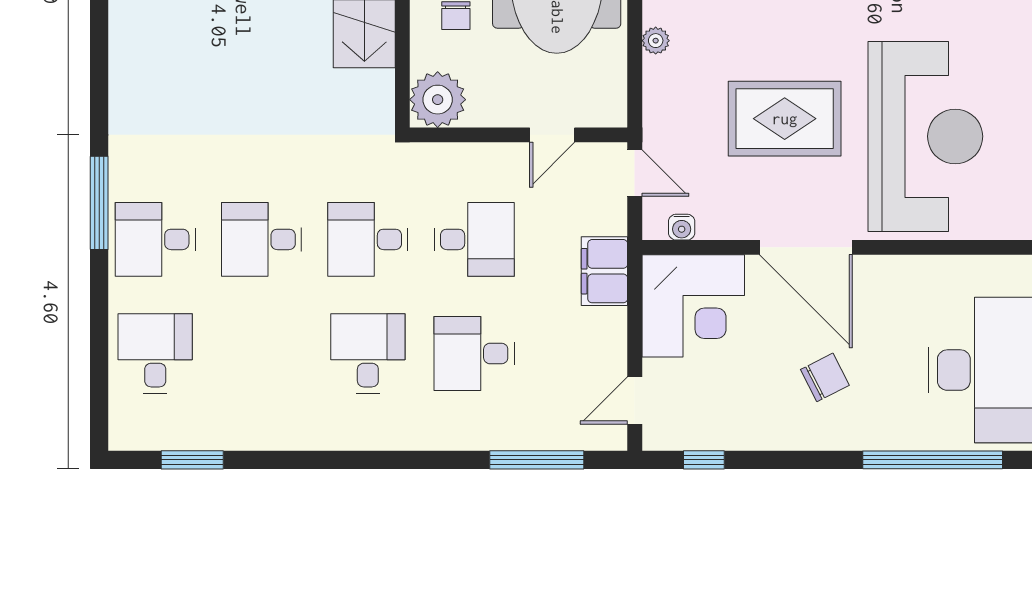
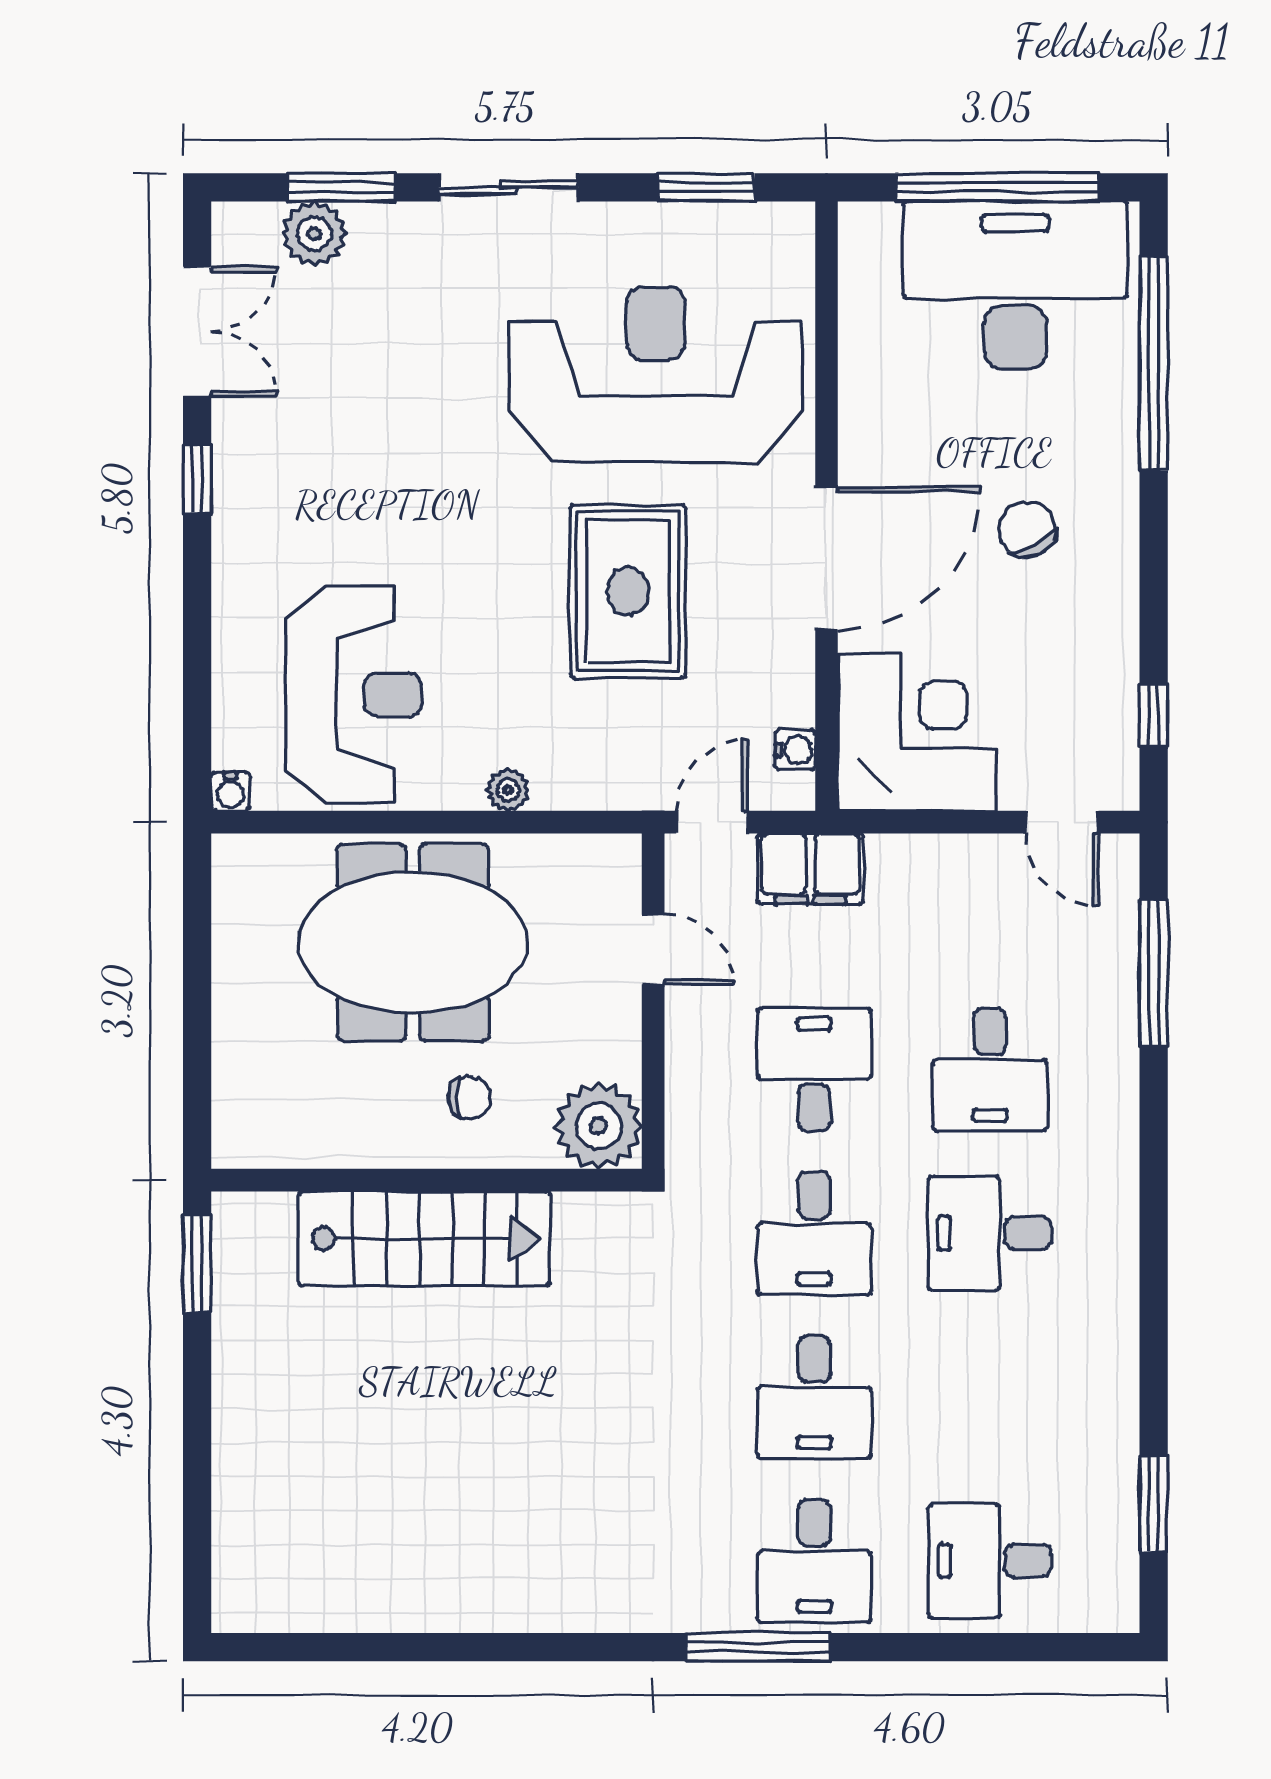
filing cabinet: (604, 271) -> (810, 869), moved

